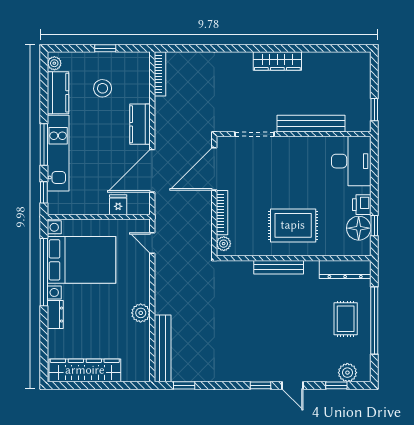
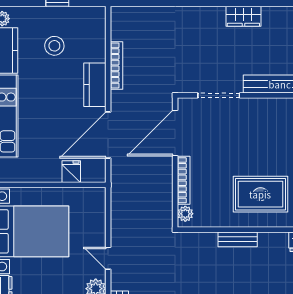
wardrobe: (277, 61) -> (243, 16), width x0.67
bookcase: (160, 74) -> (116, 65), moved
door: (152, 243) -> (108, 258), moved
bench: (279, 267) -> (238, 239), width x0.73

